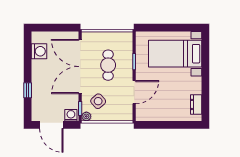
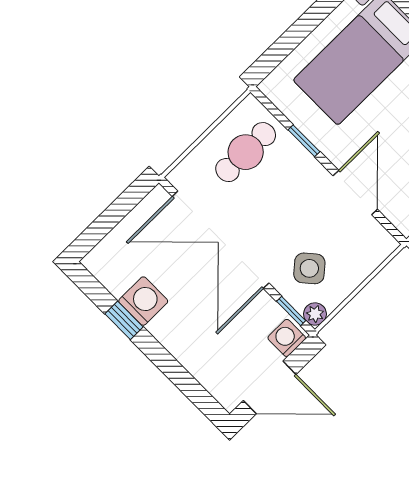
washing machine: (39, 51) -> (143, 301), moved
cafe table: (108, 65) -> (246, 152), moved, turned 90
window: (28, 90) -> (124, 320), moved

